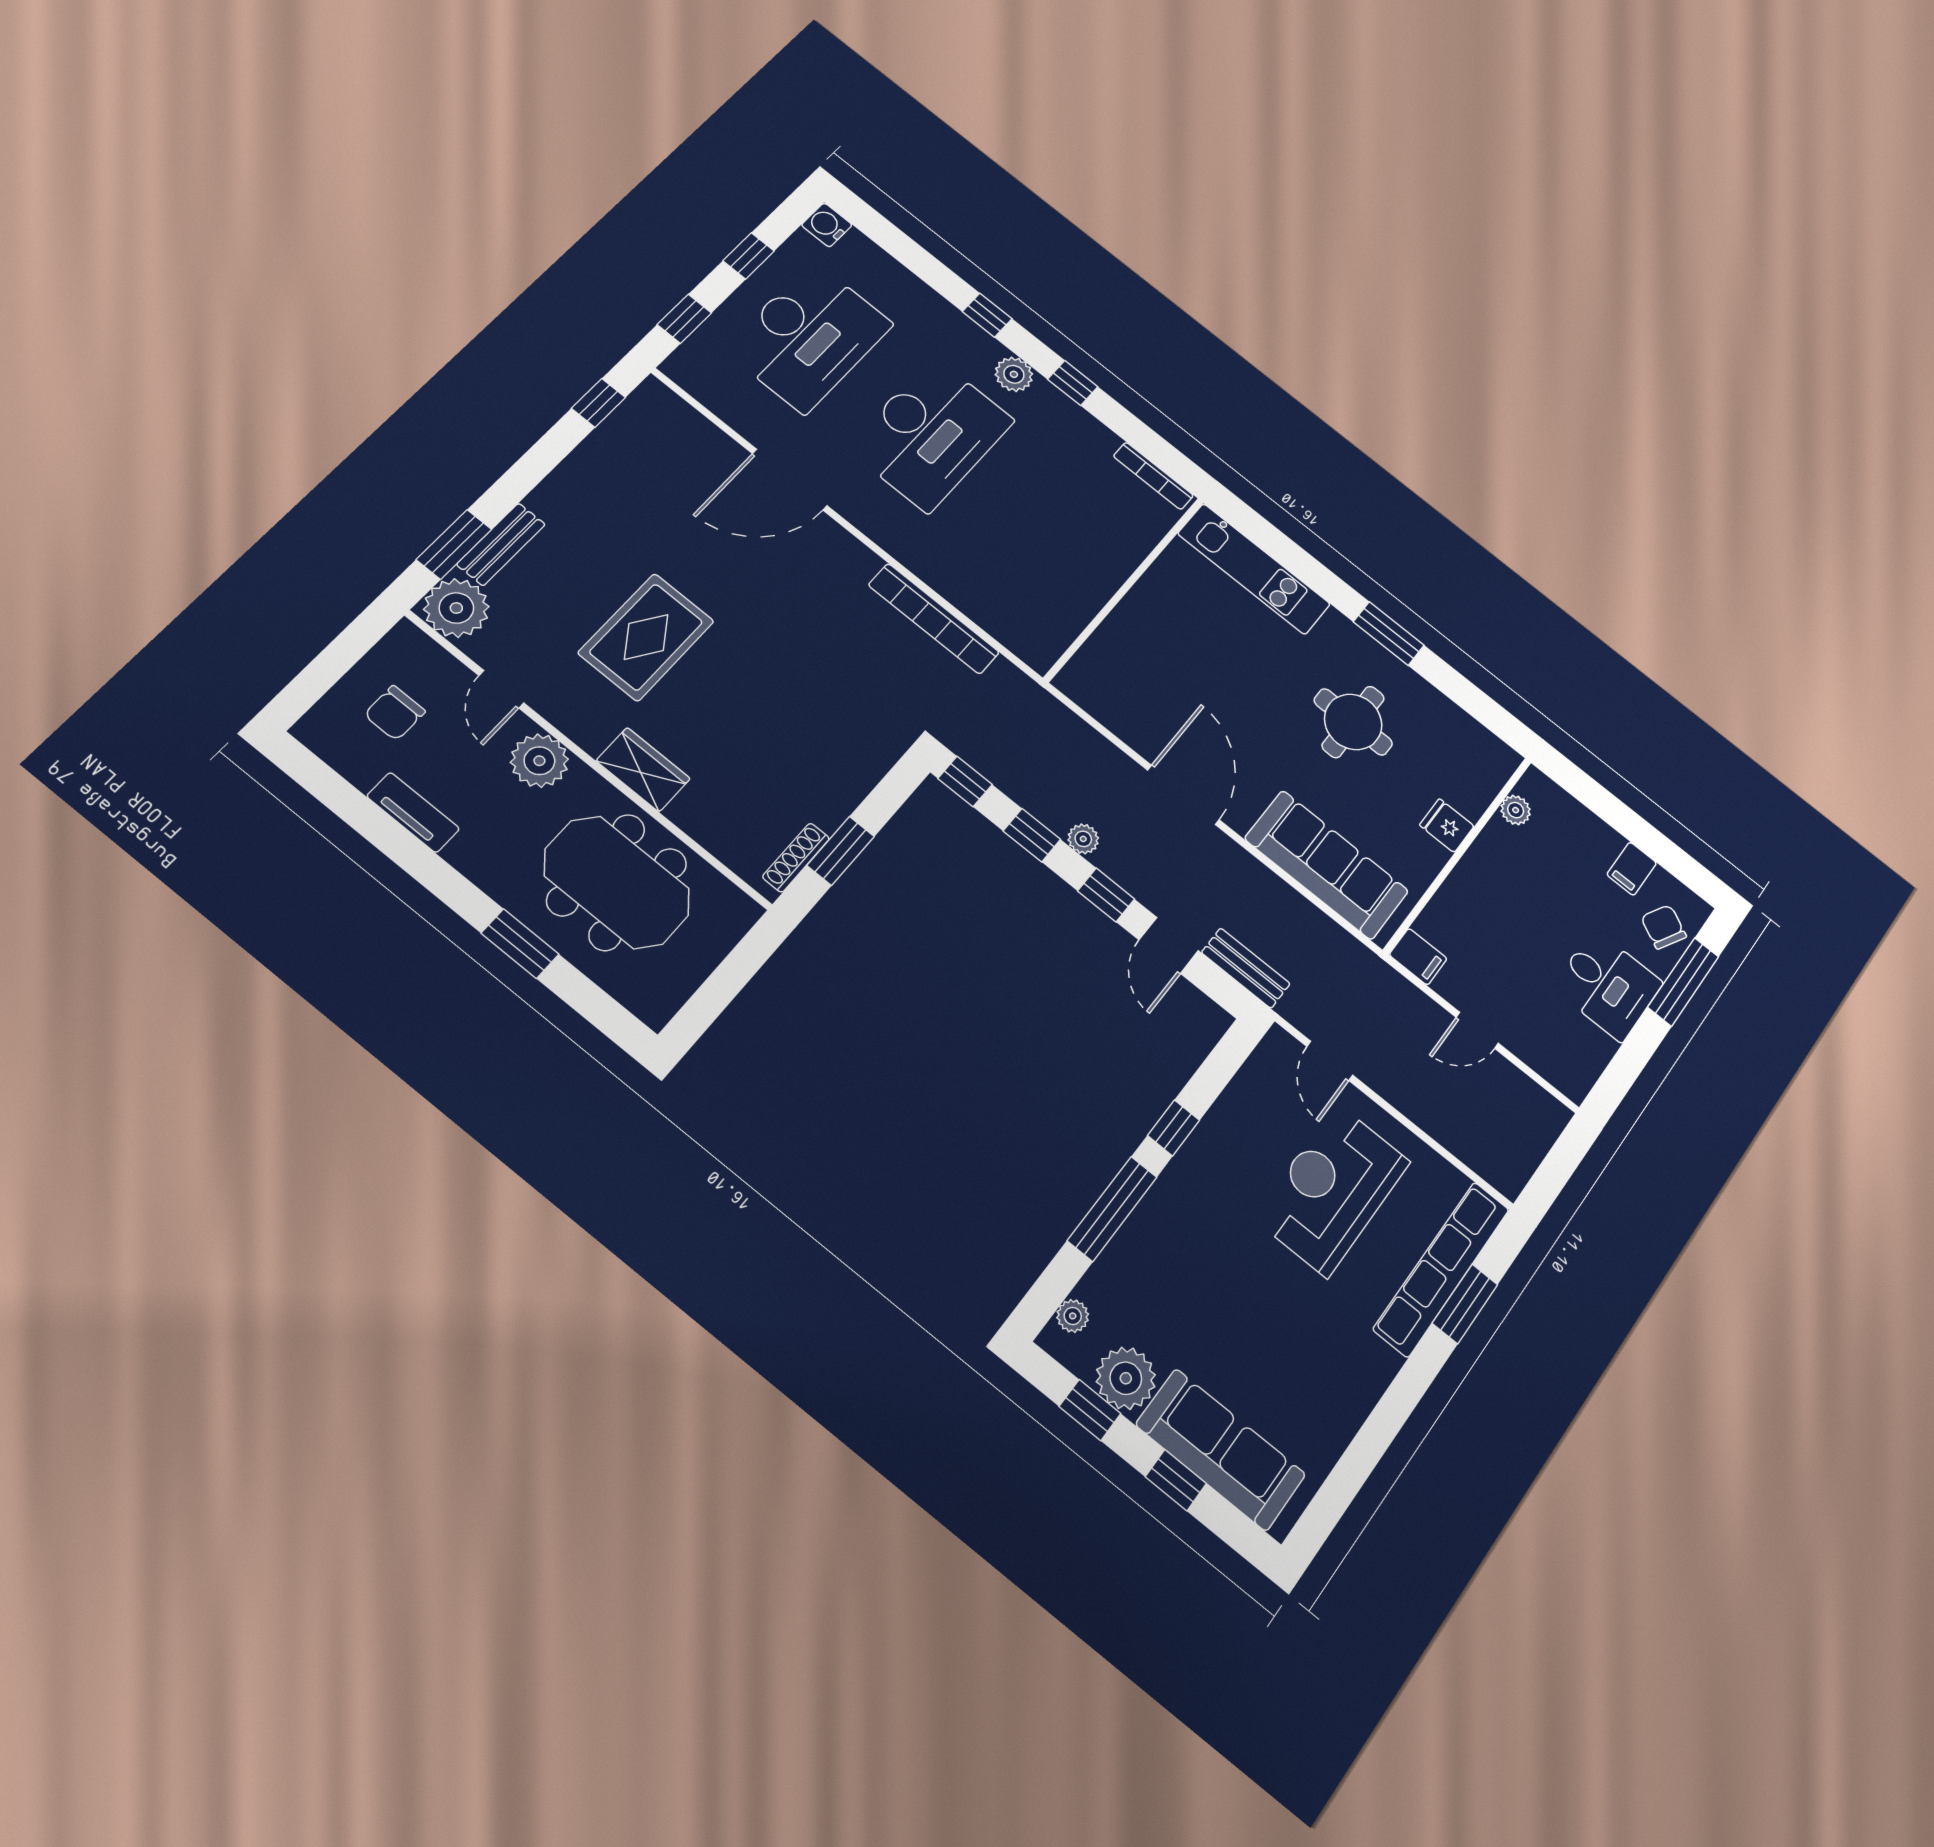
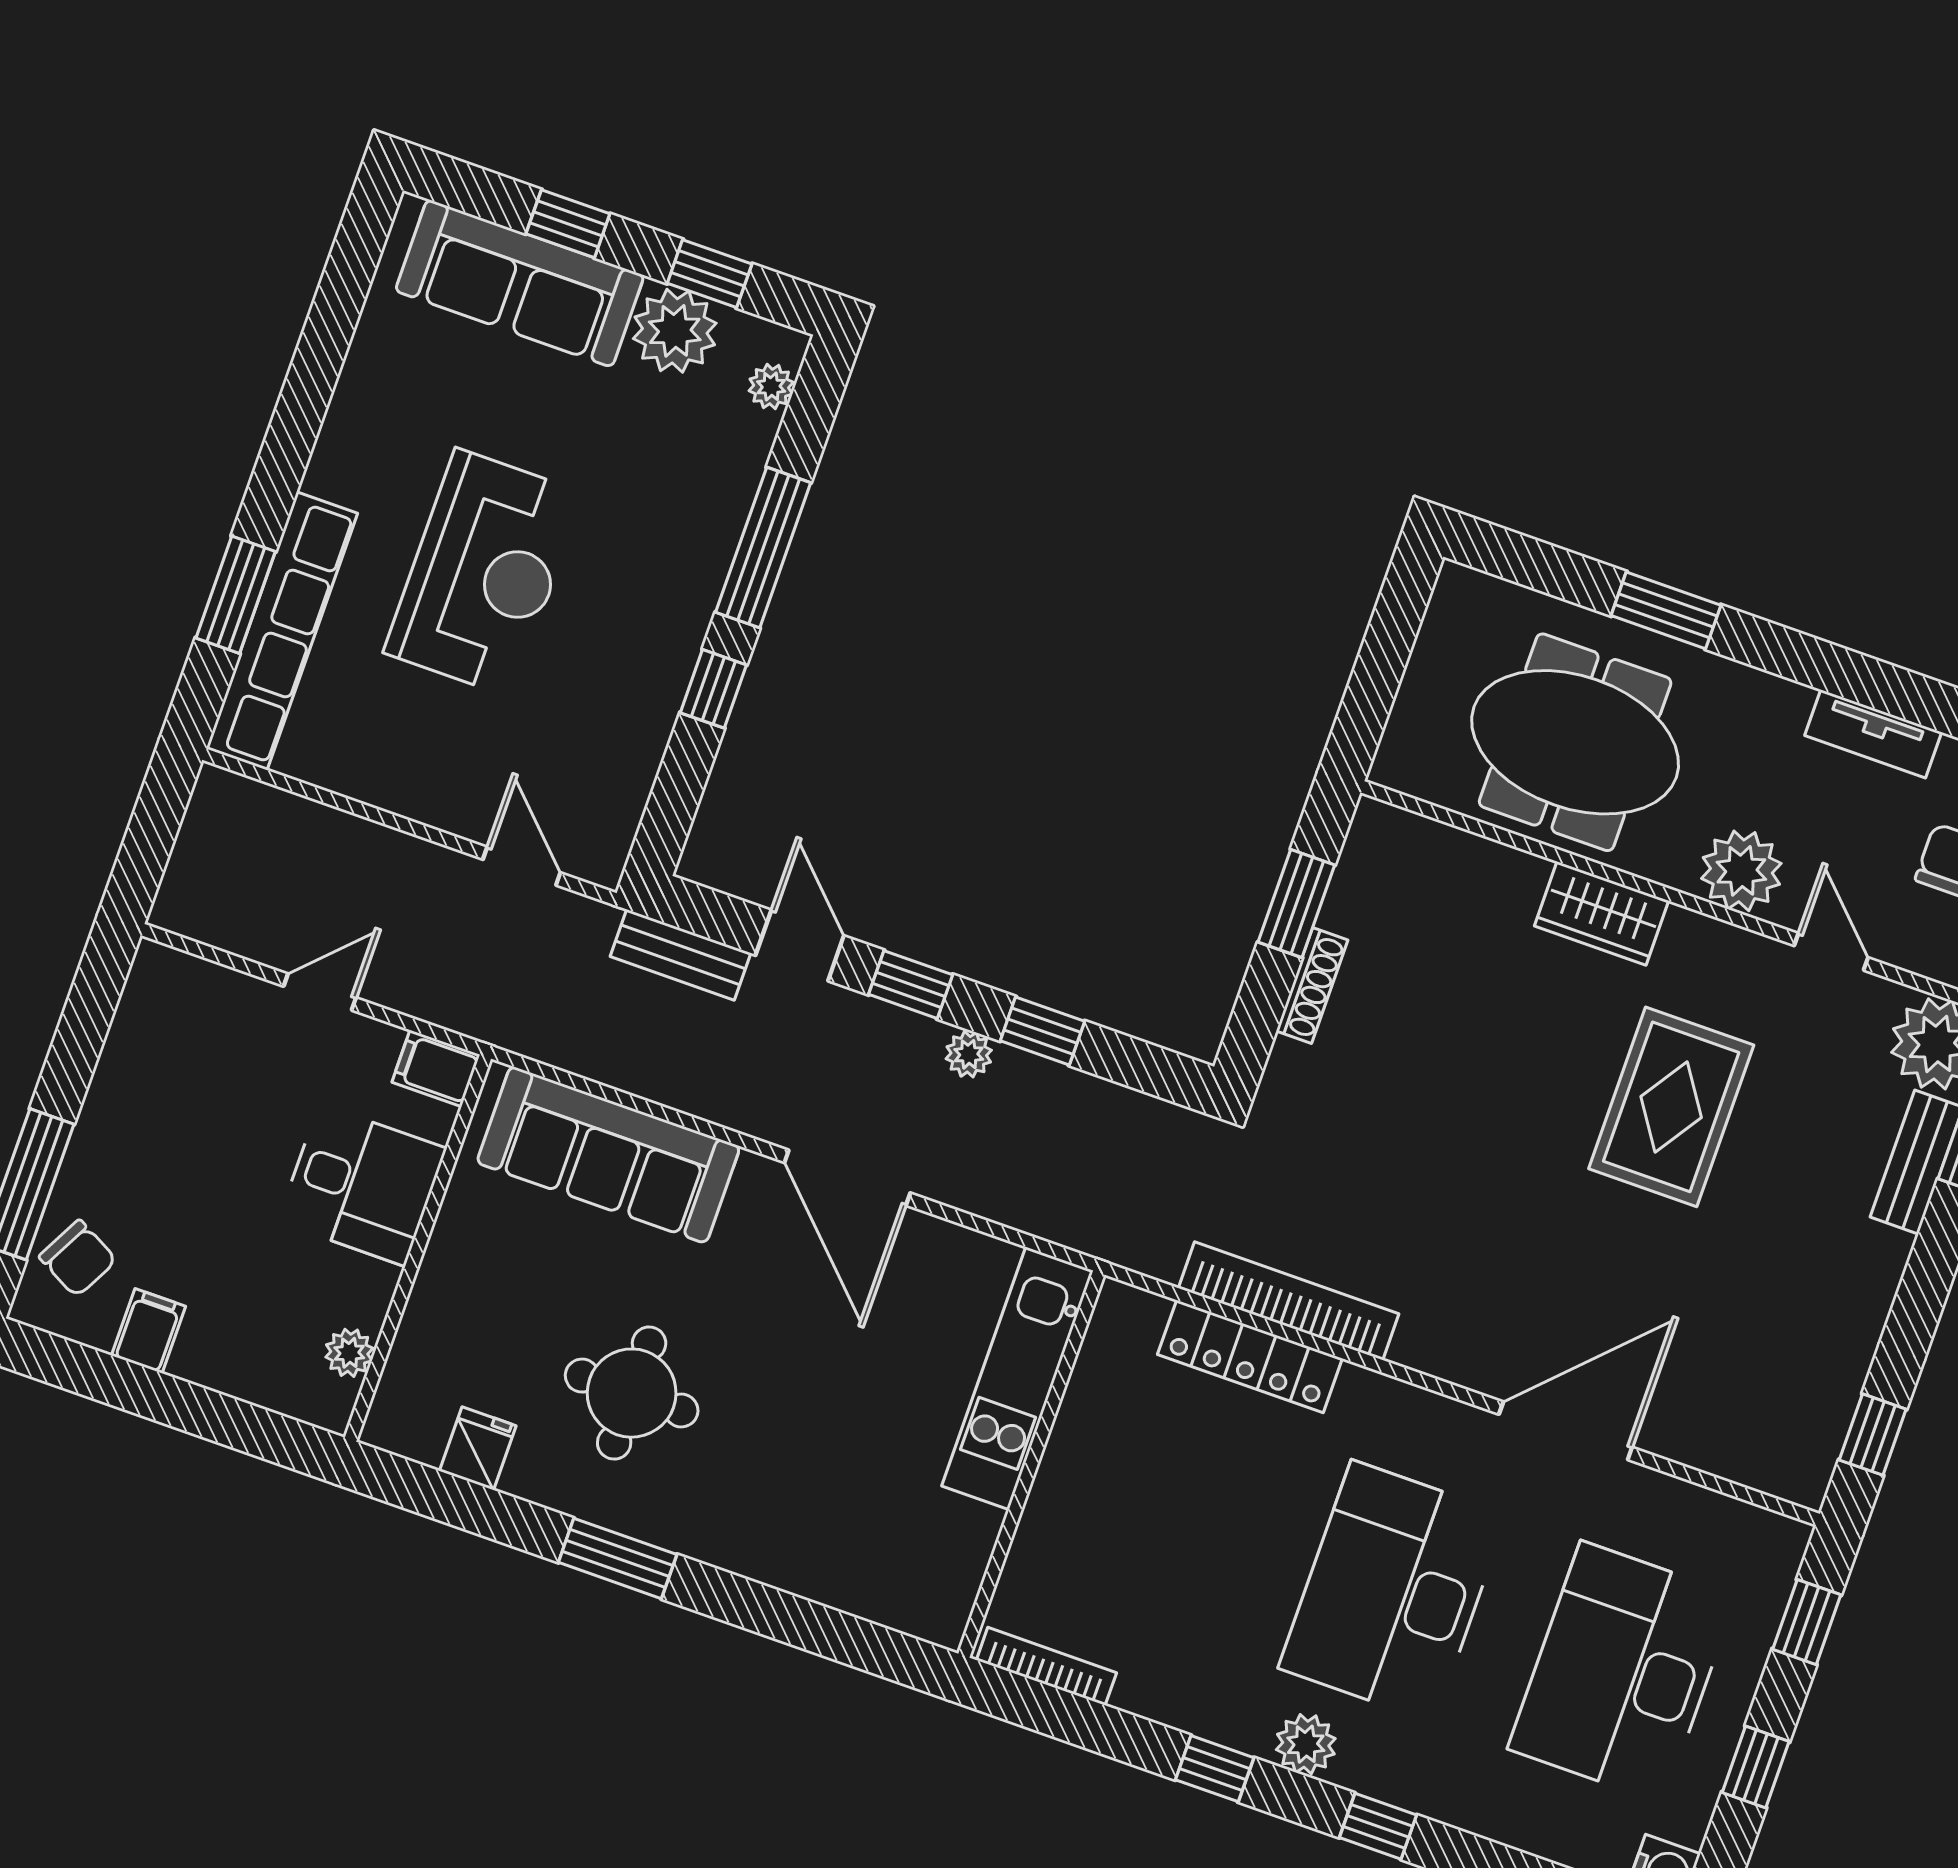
kitchen unit: (1254, 569) -> (1017, 1378), moved, turned -90
locker: (969, 597) -> (1250, 1356), added
window: (965, 781) -> (1161, 1073), removed
fridge: (1447, 826) -> (478, 1448), moved, turned -90
shoe rack: (796, 858) -> (1312, 986), moved
desk: (1608, 985) -> (362, 1185), moved, turned 180
reception desk: (1332, 1190) -> (484, 573), moved

